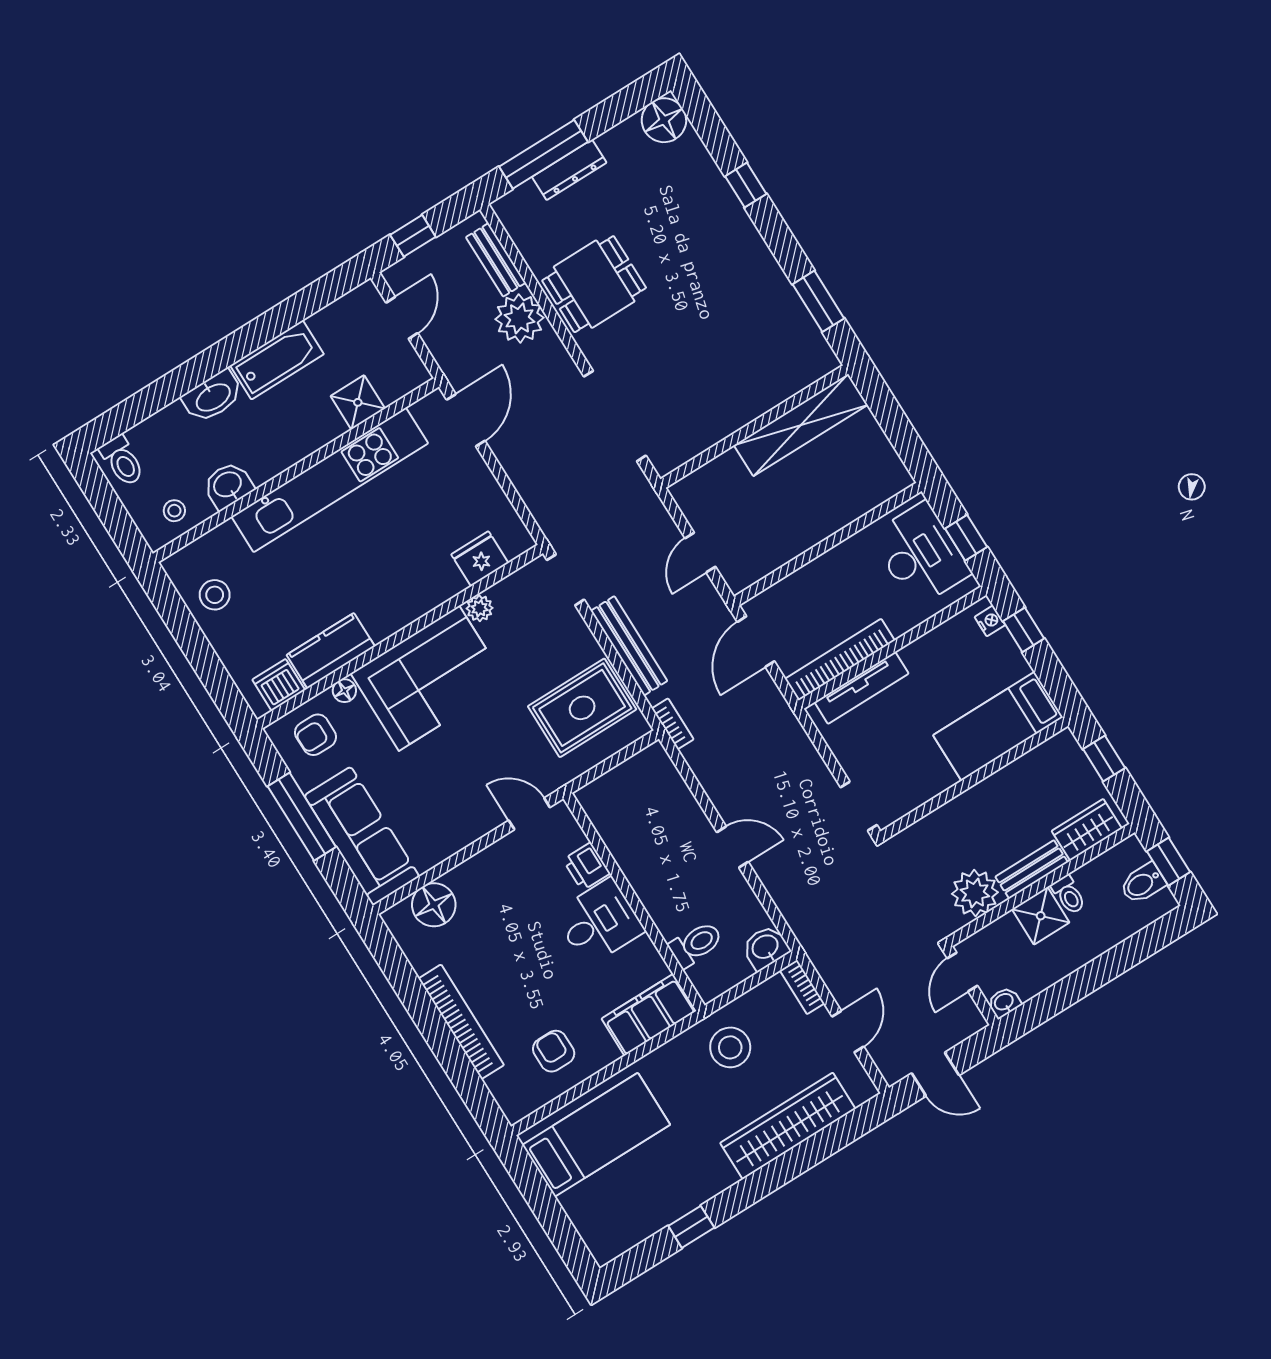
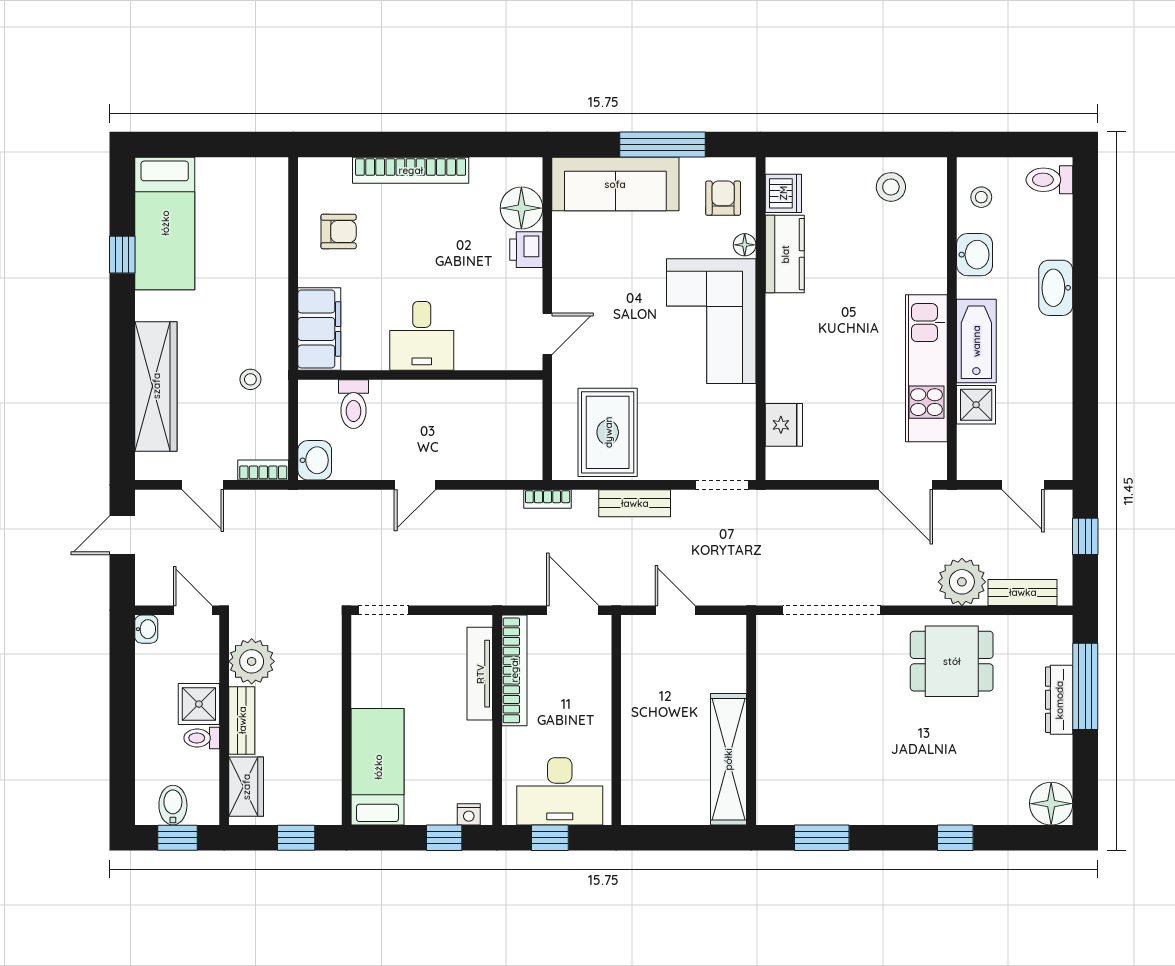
dining table: (594, 284) -> (952, 661), turned 90
bathtub: (277, 360) -> (976, 341), moved, turned 180
kitchen unit: (330, 480) -> (926, 368), width x0.73
plant: (480, 608) -> (743, 399), removed
bench: (629, 646) -> (635, 503), width x0.73
printer: (586, 867) -> (526, 250), moved, turned -90
stool: (730, 1047) -> (250, 379), width x0.53, depth x0.53
bed: (596, 1135) -> (165, 223), moved

